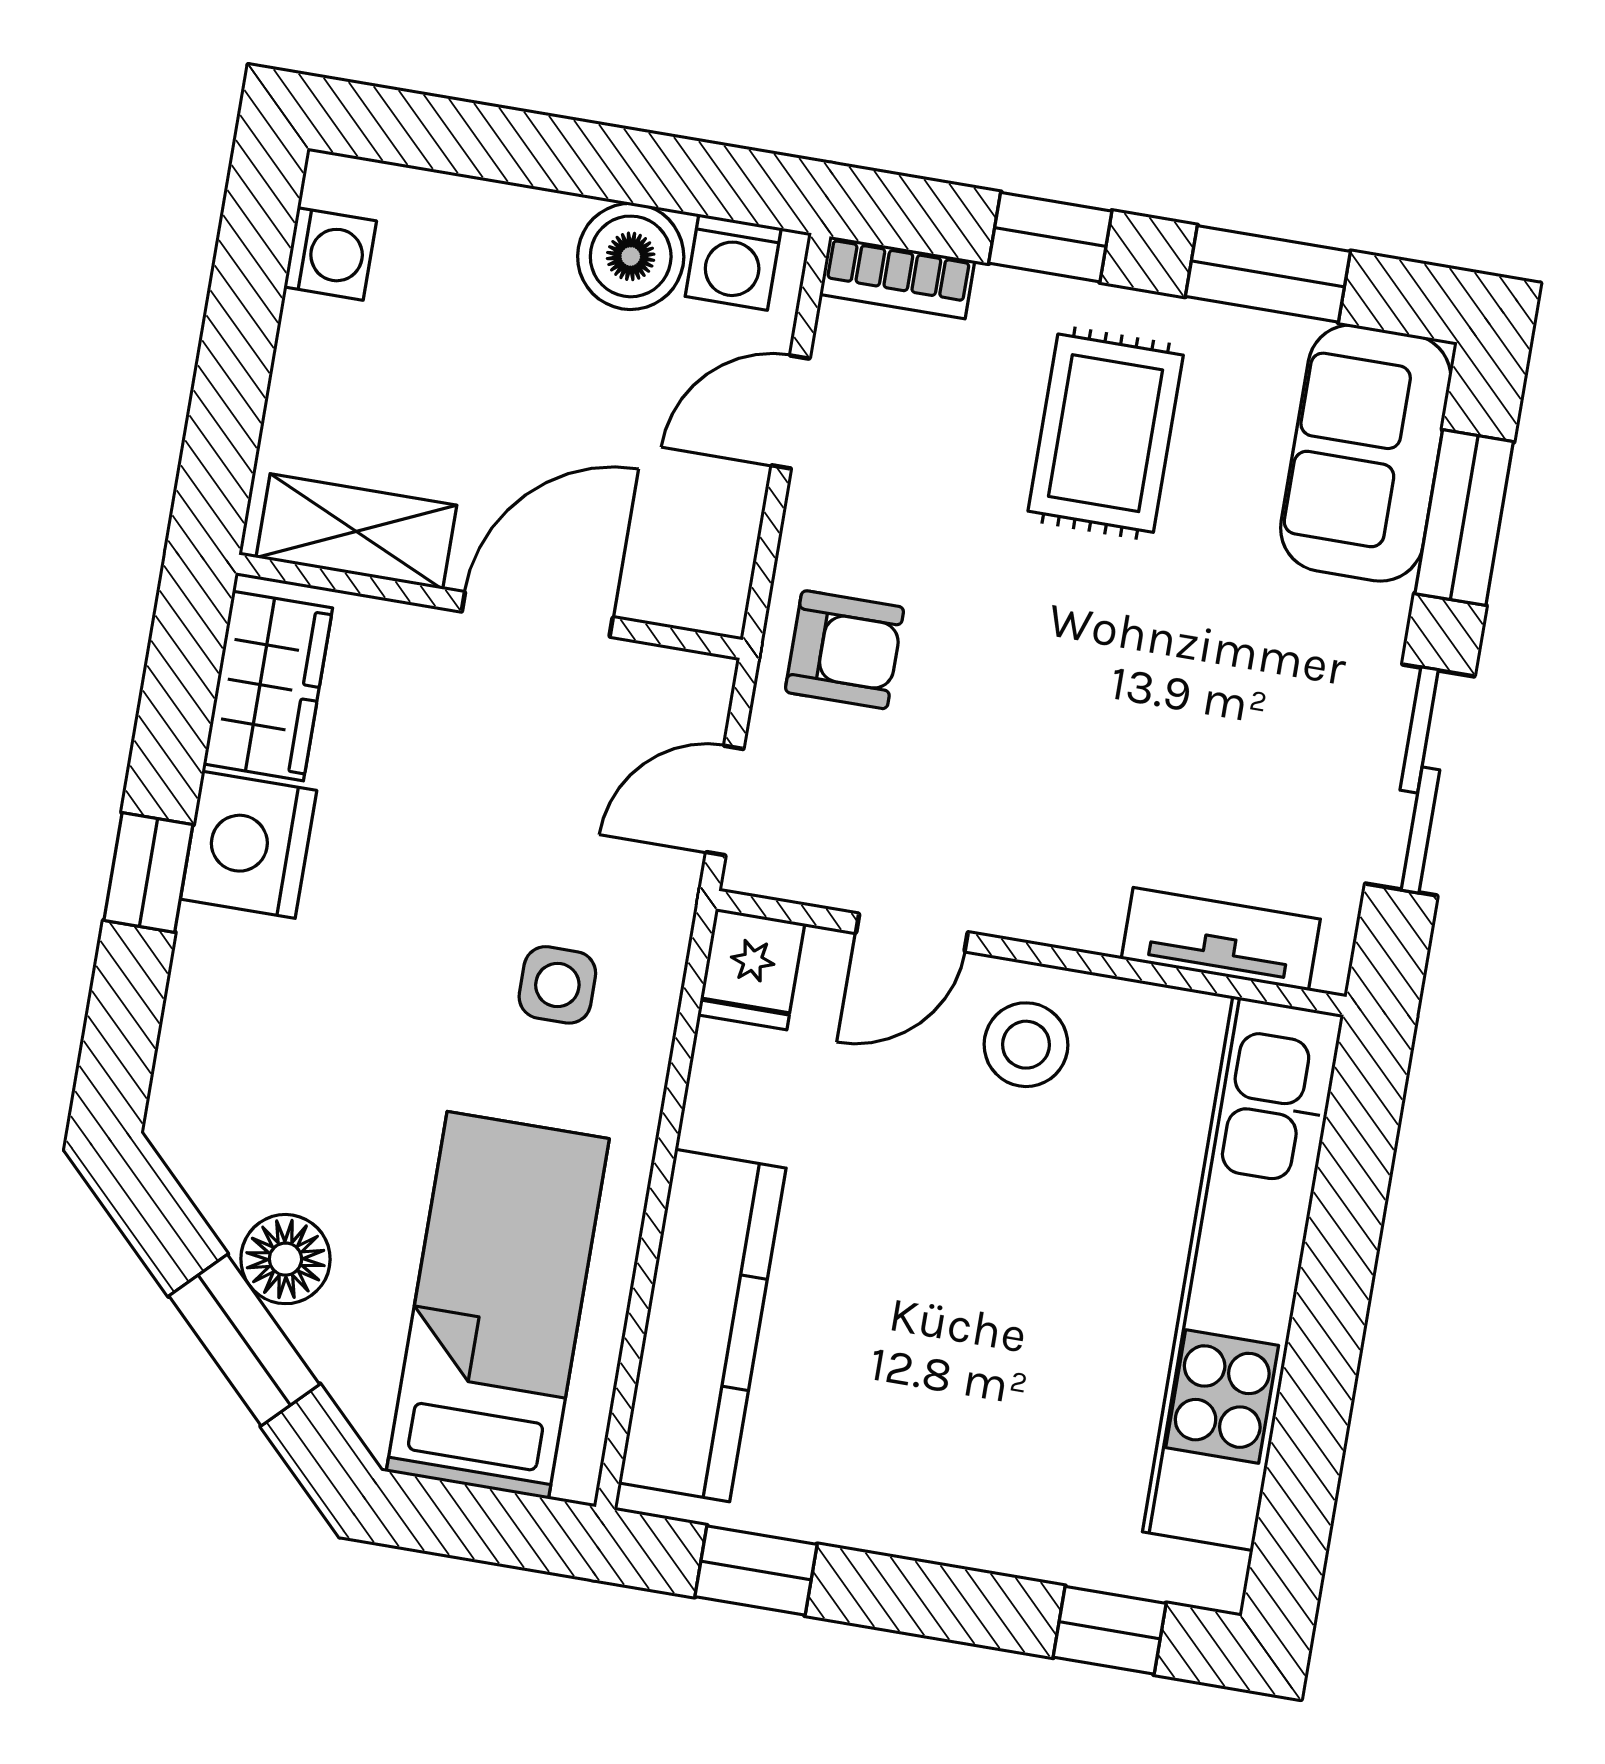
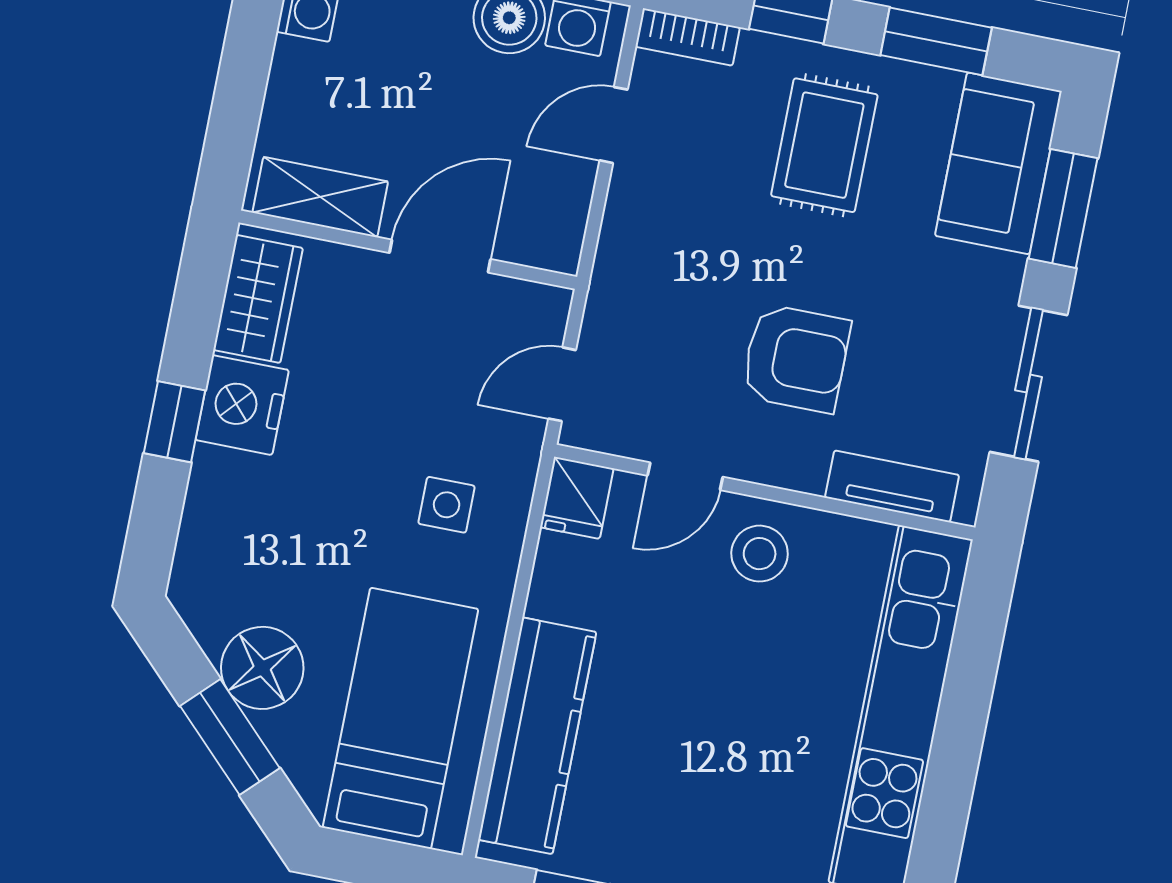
armchair: (845, 650) -> (796, 358), moved, width x1.38, depth x1.38
floor lamp: (285, 1259) -> (262, 668), width x1.38, depth x1.38

